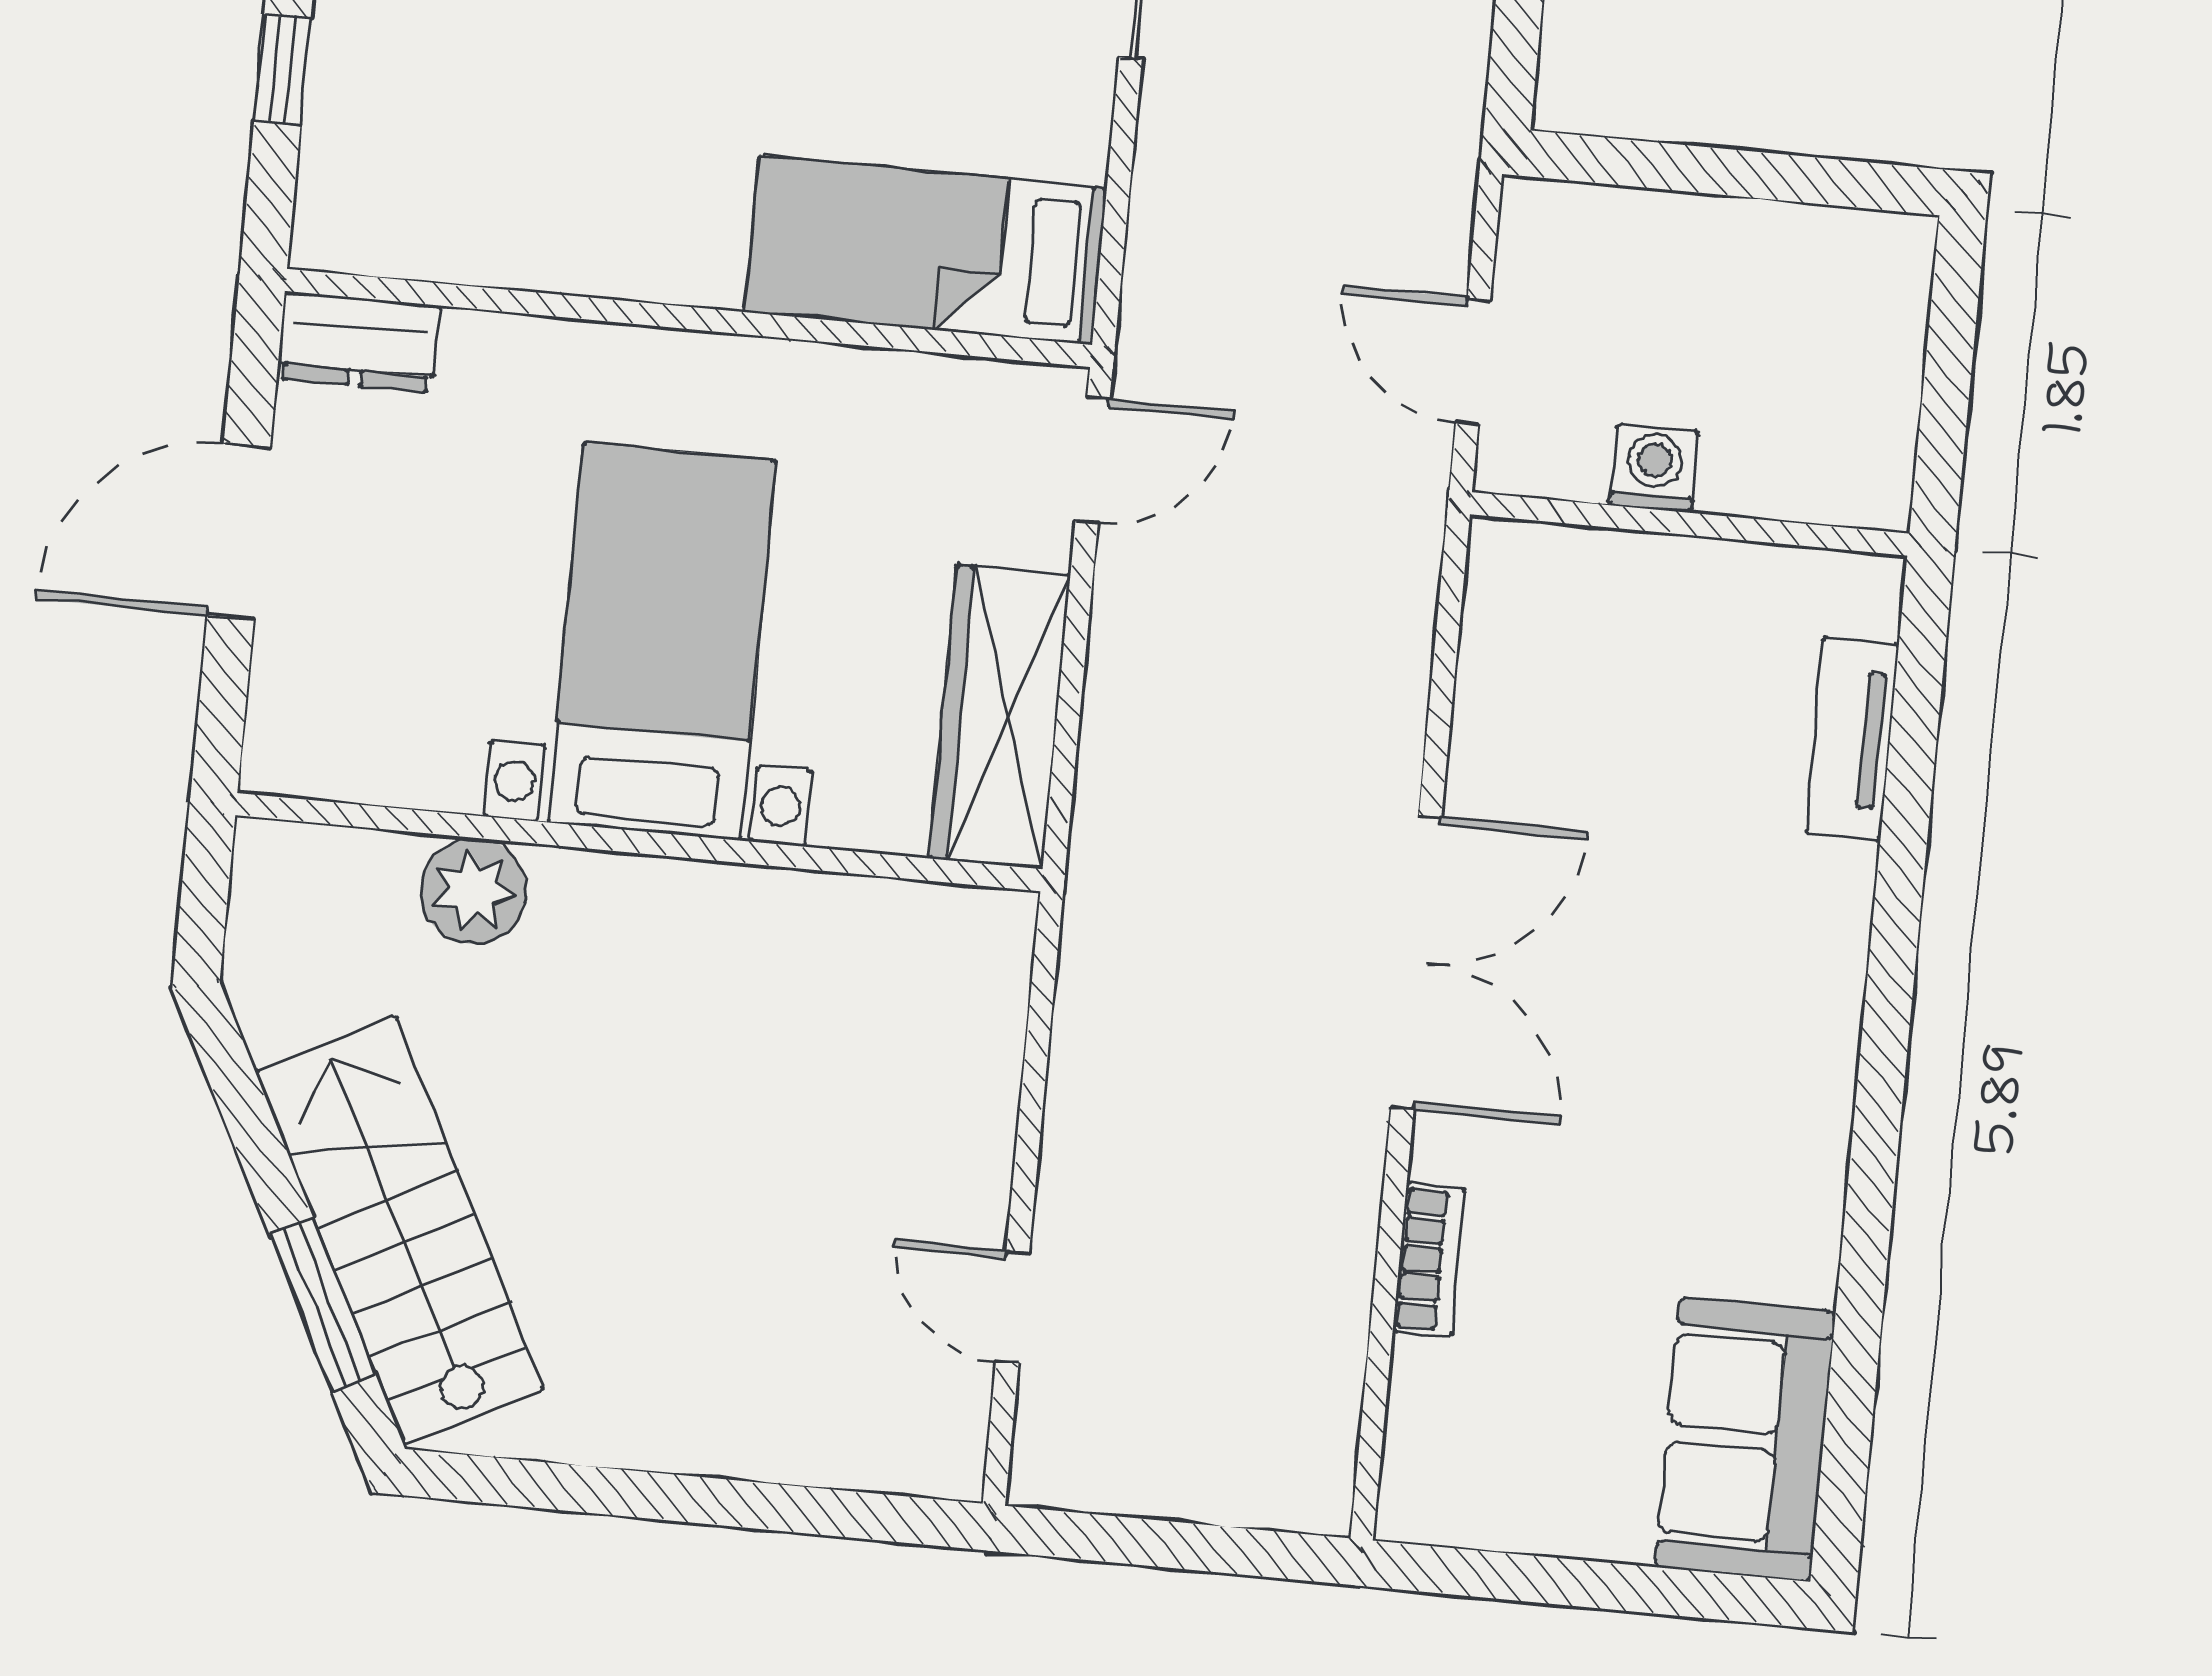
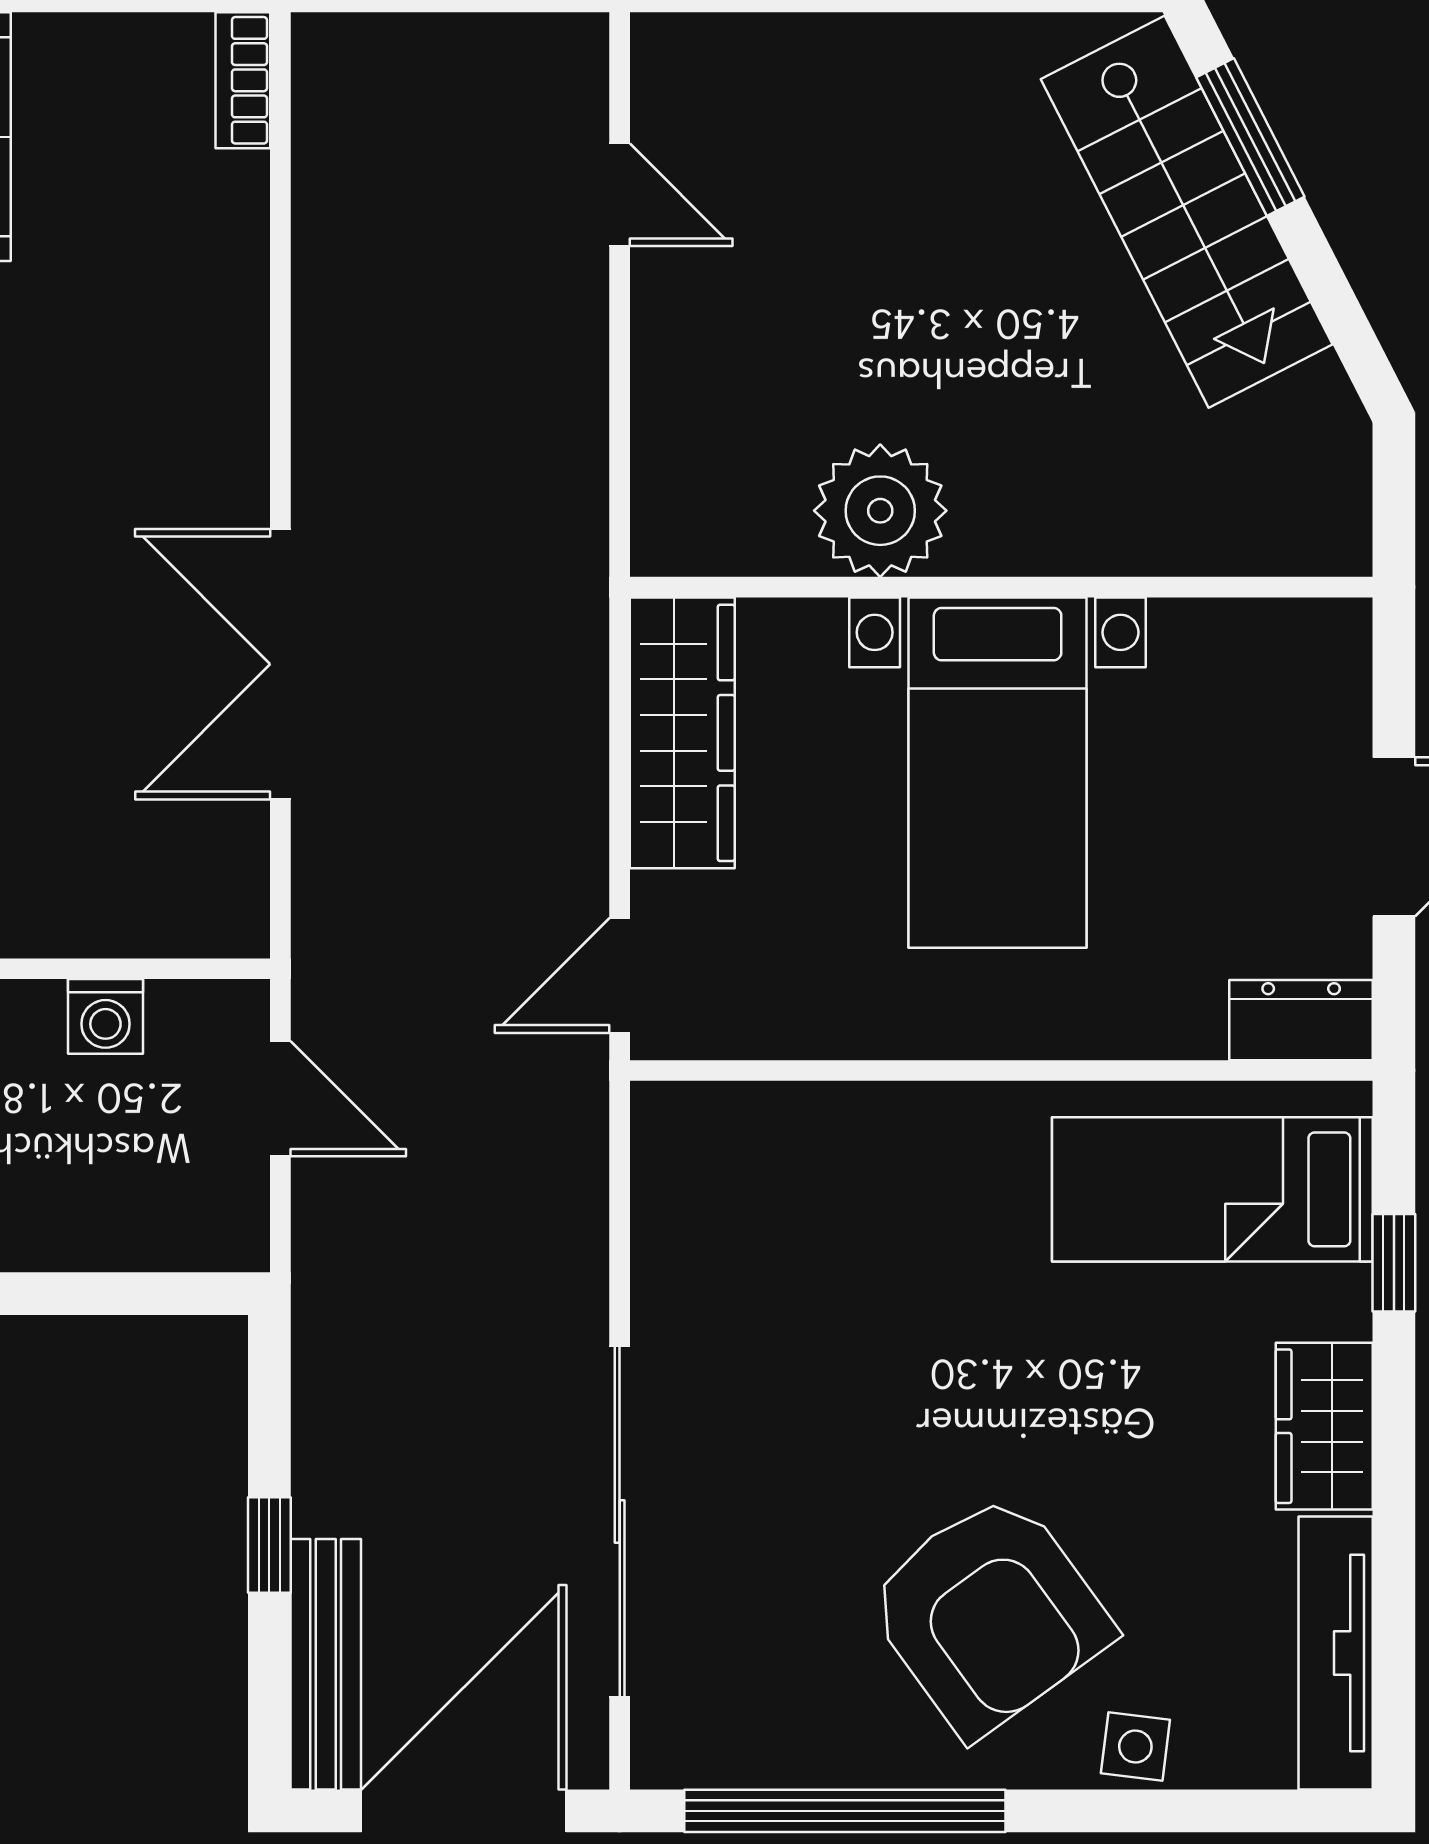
bed: (926, 250) -> (1212, 1189), moved, turned 180
plant: (474, 891) -> (880, 511), moved, width x1.36, depth x1.36
double door: (1416, 962) -> (280, 664), moved
bookcase: (1429, 1260) -> (243, 80), moved

